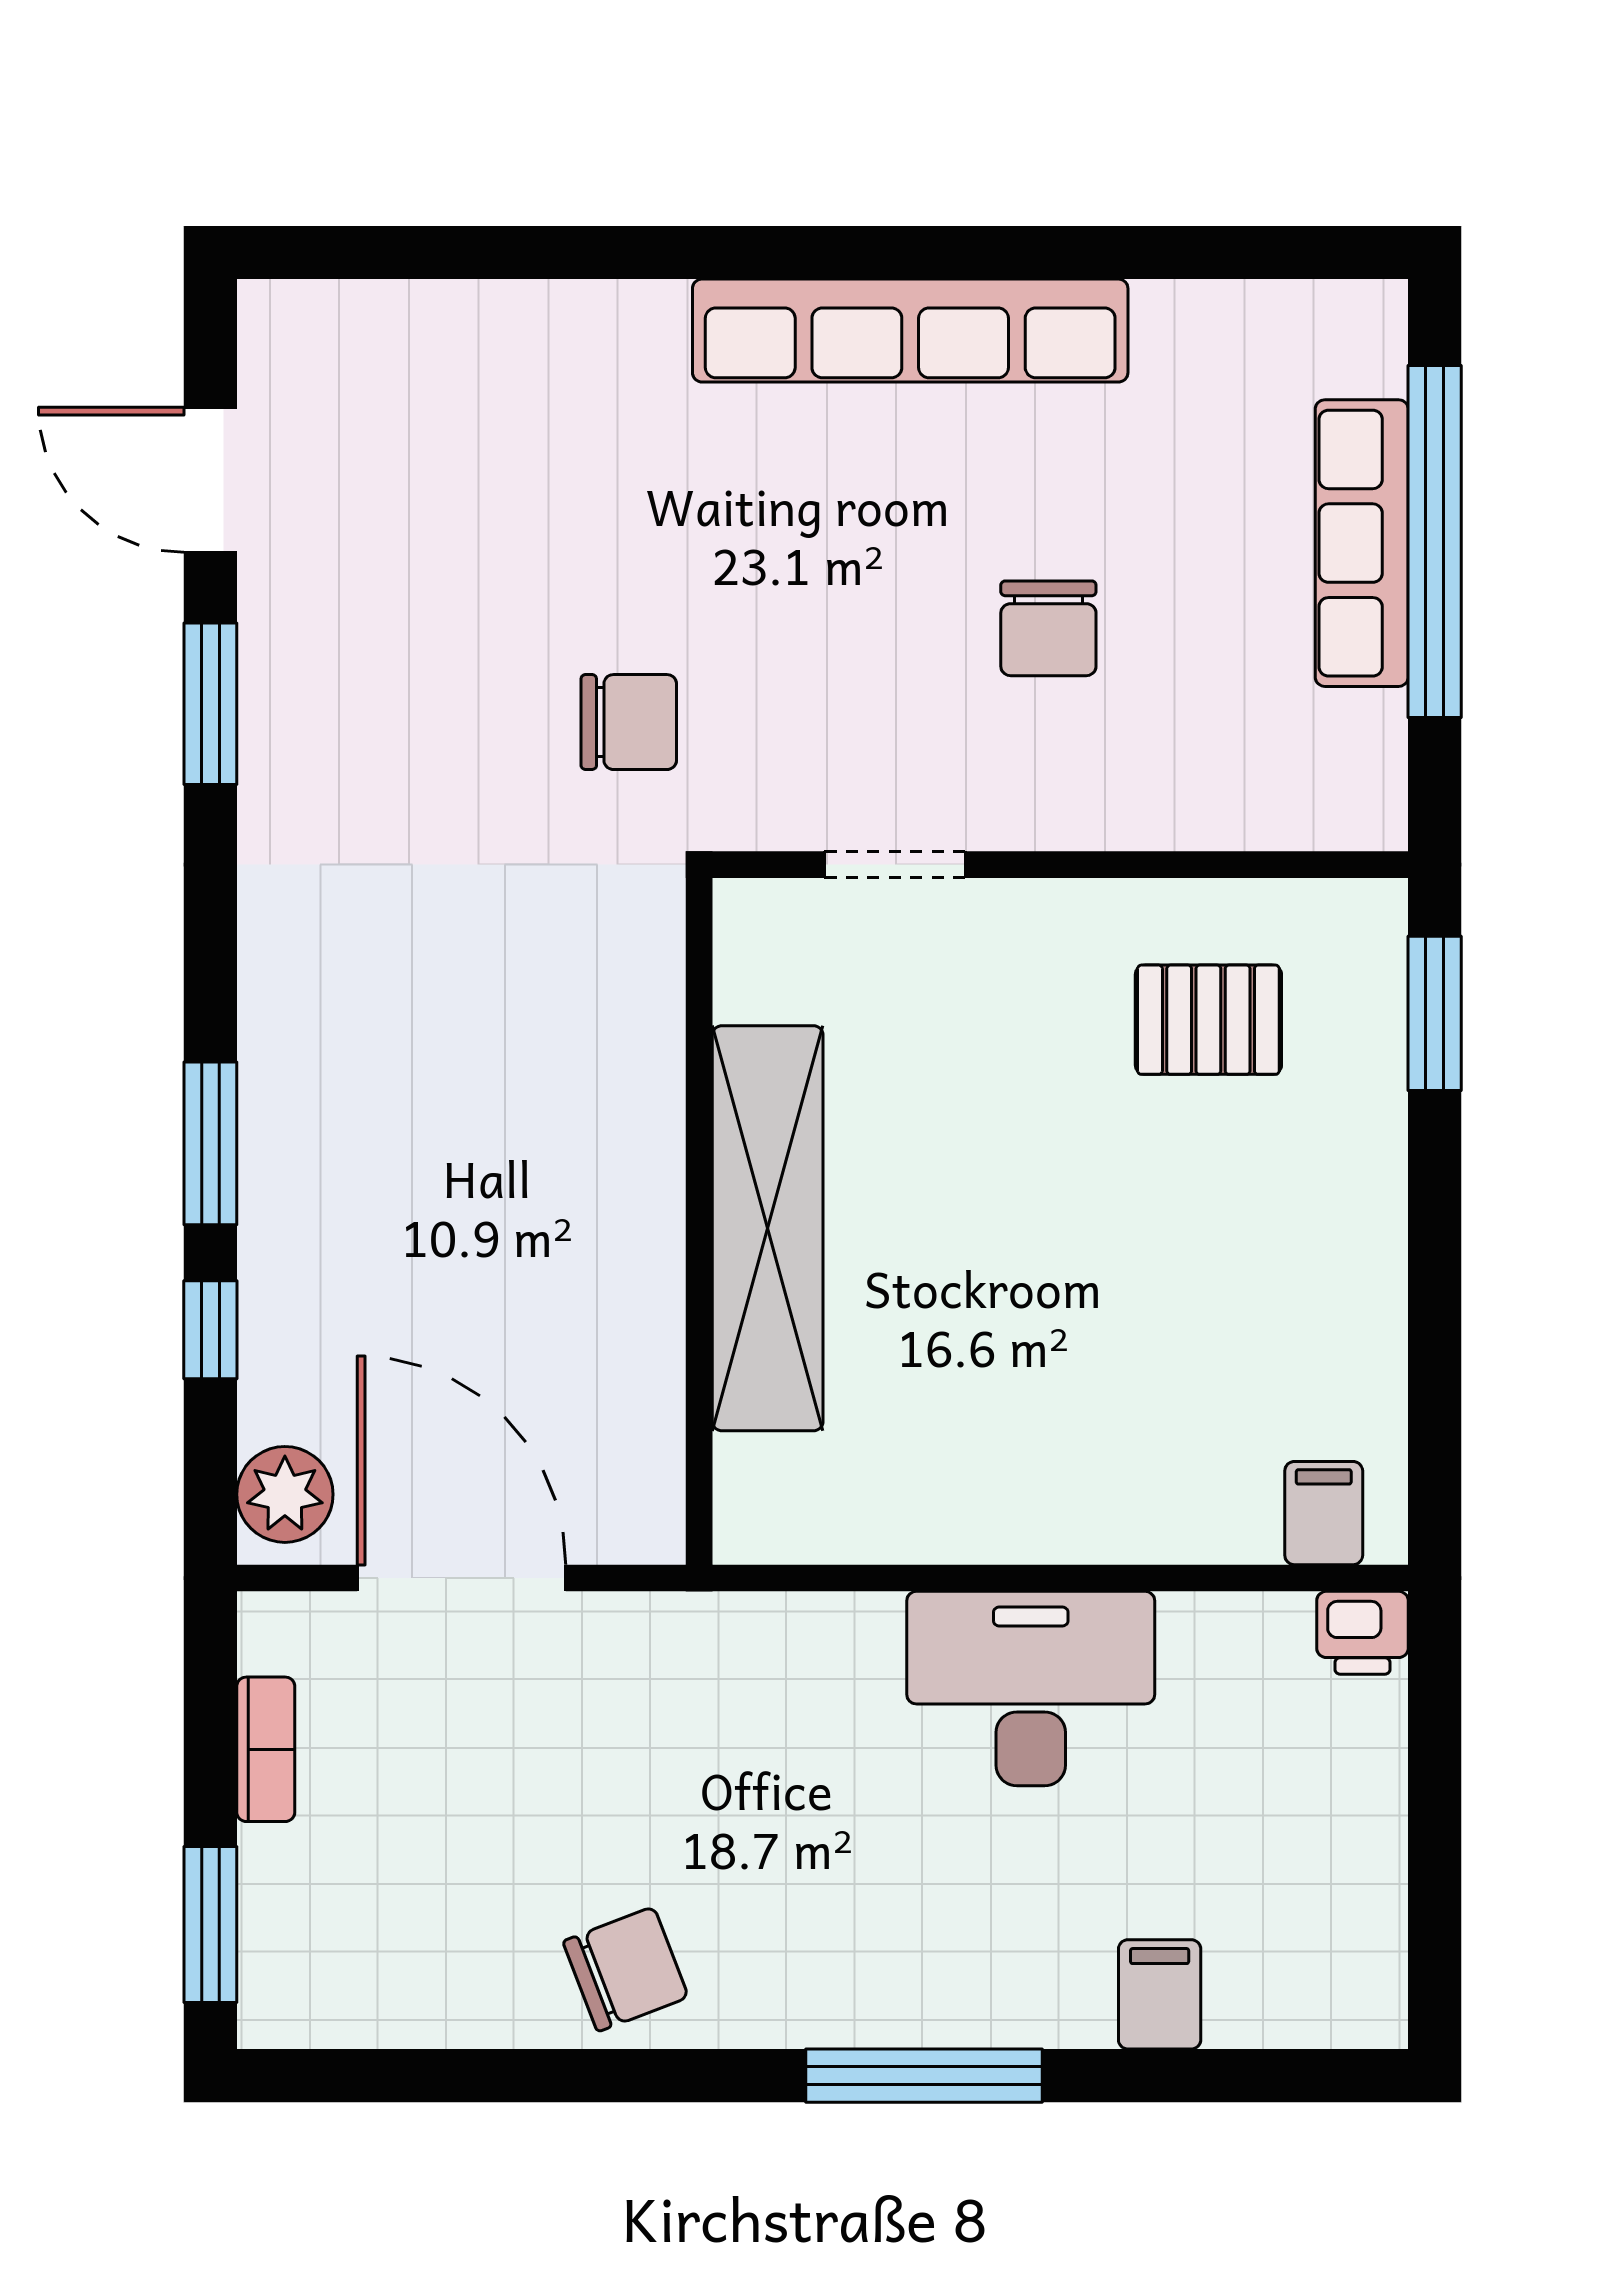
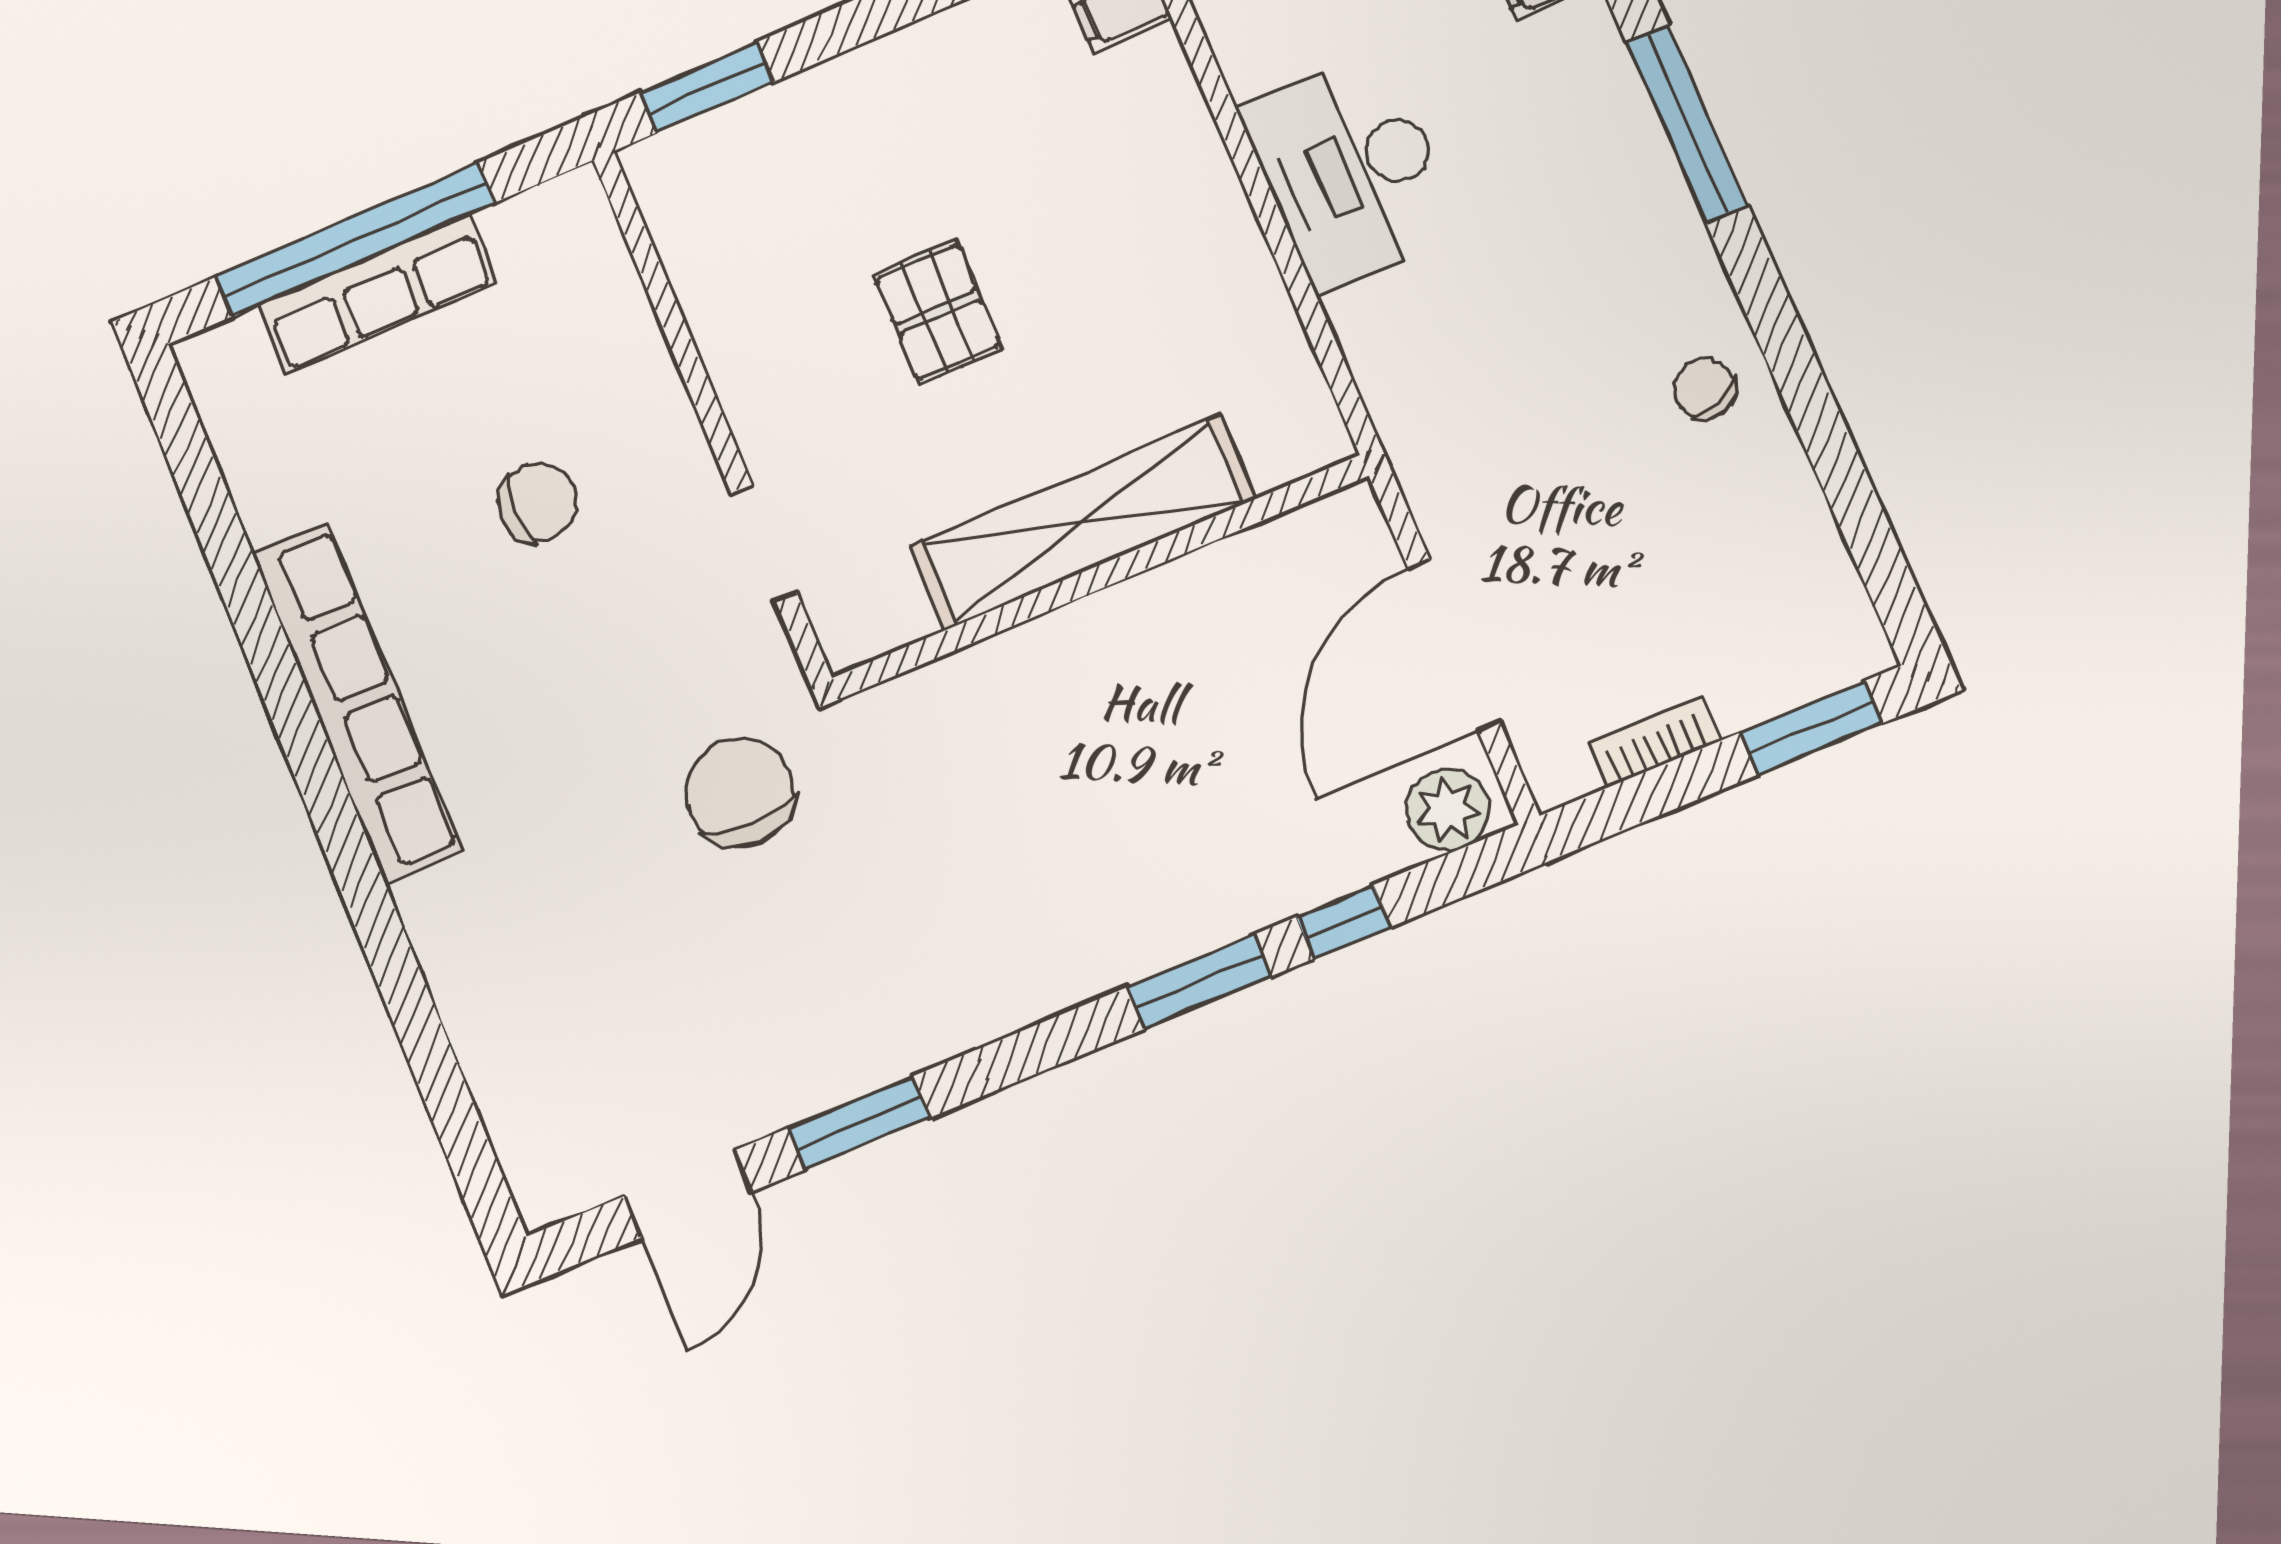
chair: (629, 722) -> (740, 793), width x1.37, depth x1.37
pallet: (1208, 1020) -> (938, 312), moved
chair: (626, 1969) -> (1705, 389), width x0.73, depth x0.73

